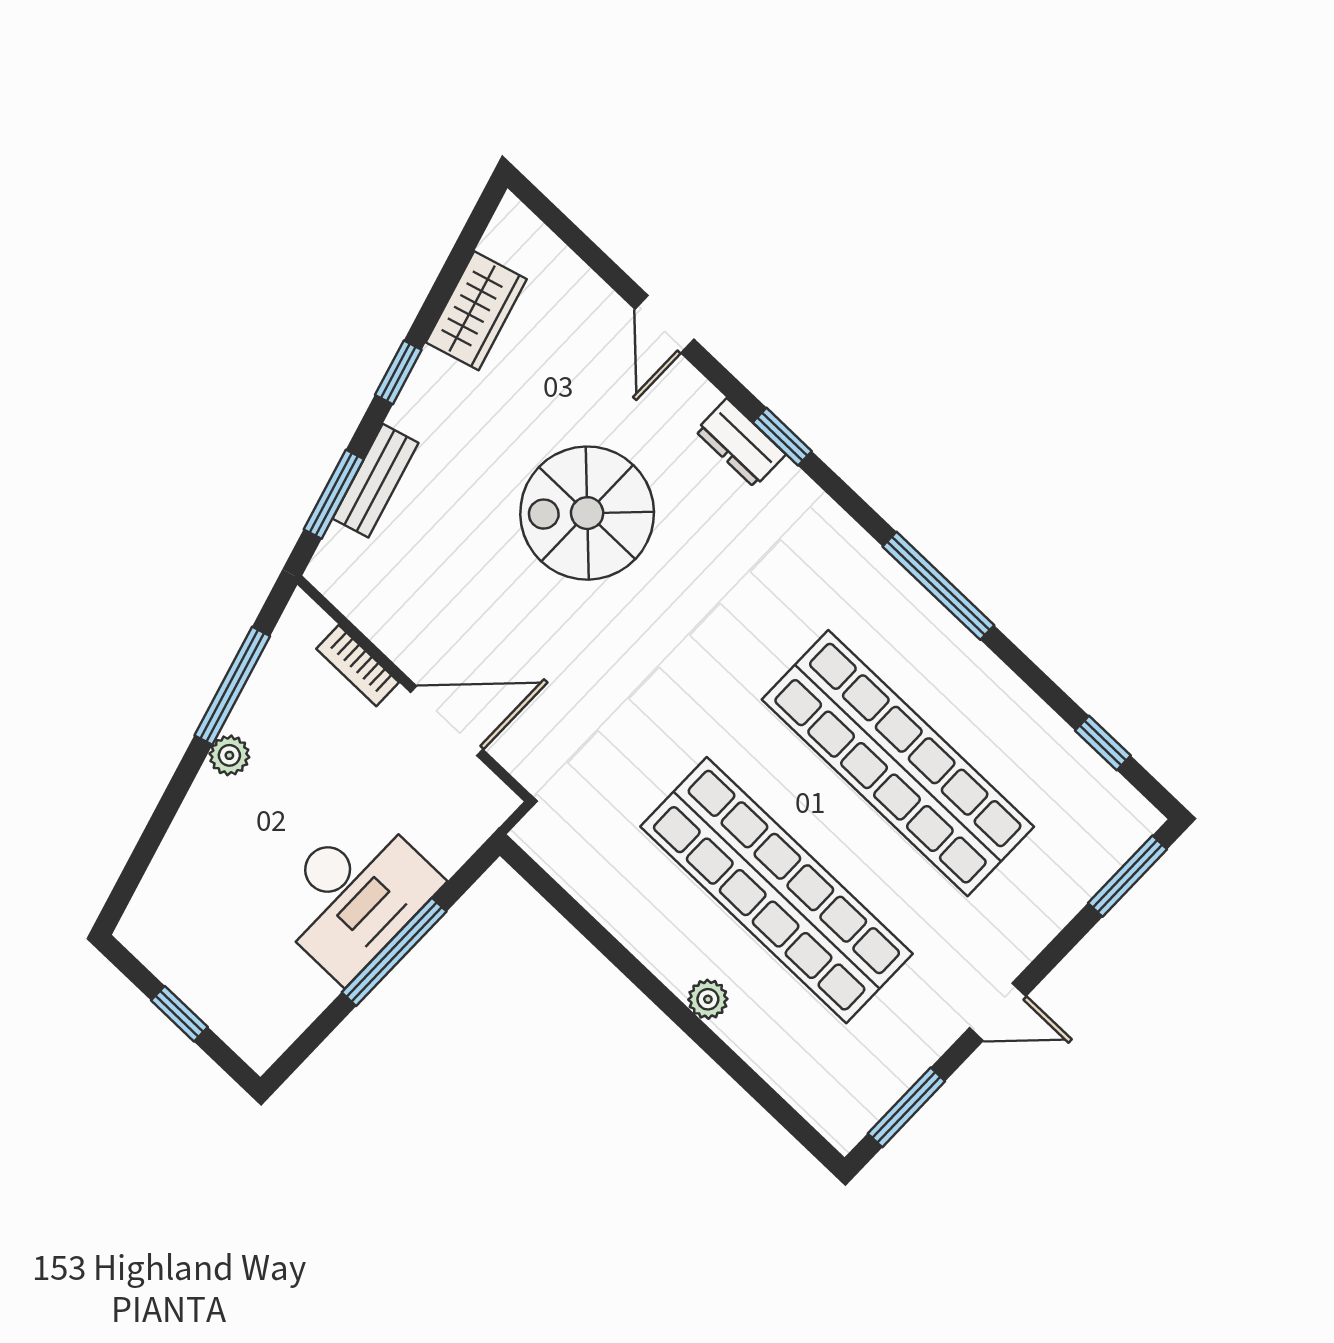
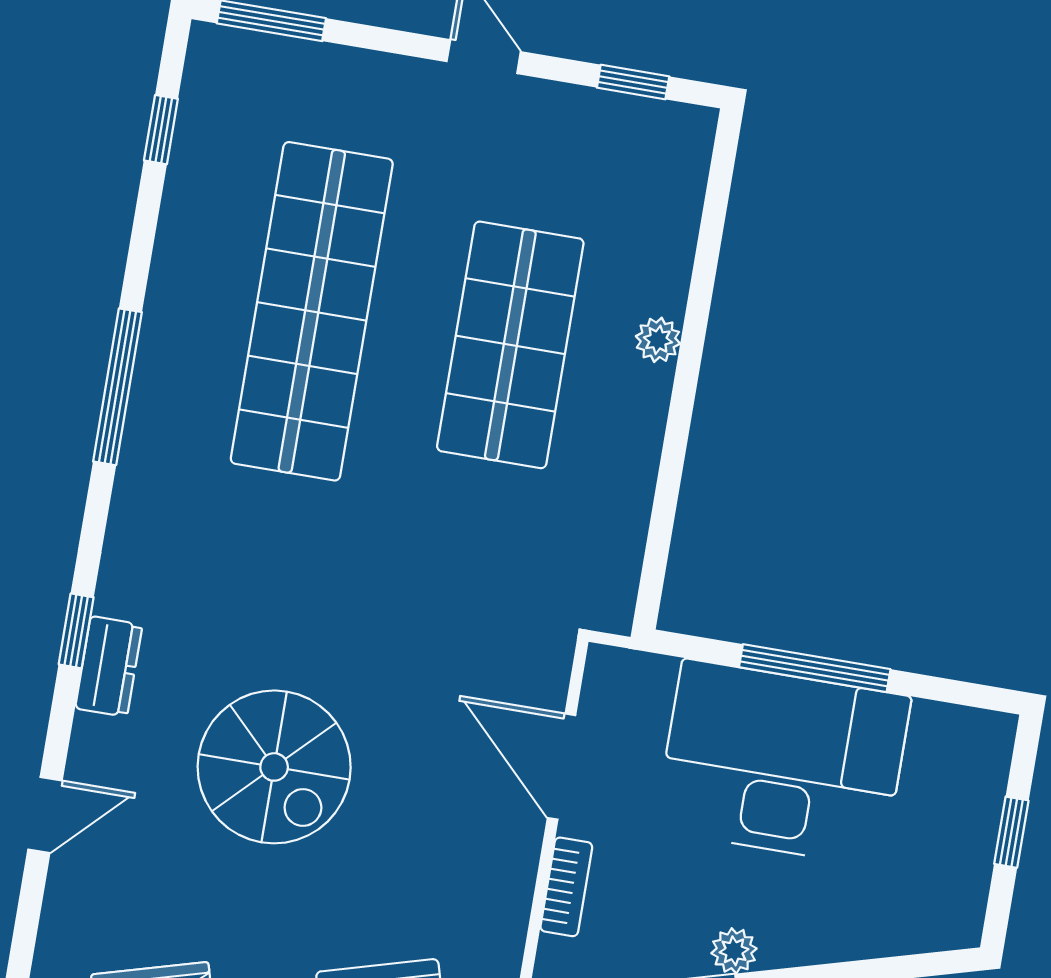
shop shelf: (776, 890) -> (510, 345), width x0.71
desk: (354, 895) -> (783, 763), width x1.36, depth x1.30
window: (906, 1107) -> (633, 82), width x0.67

